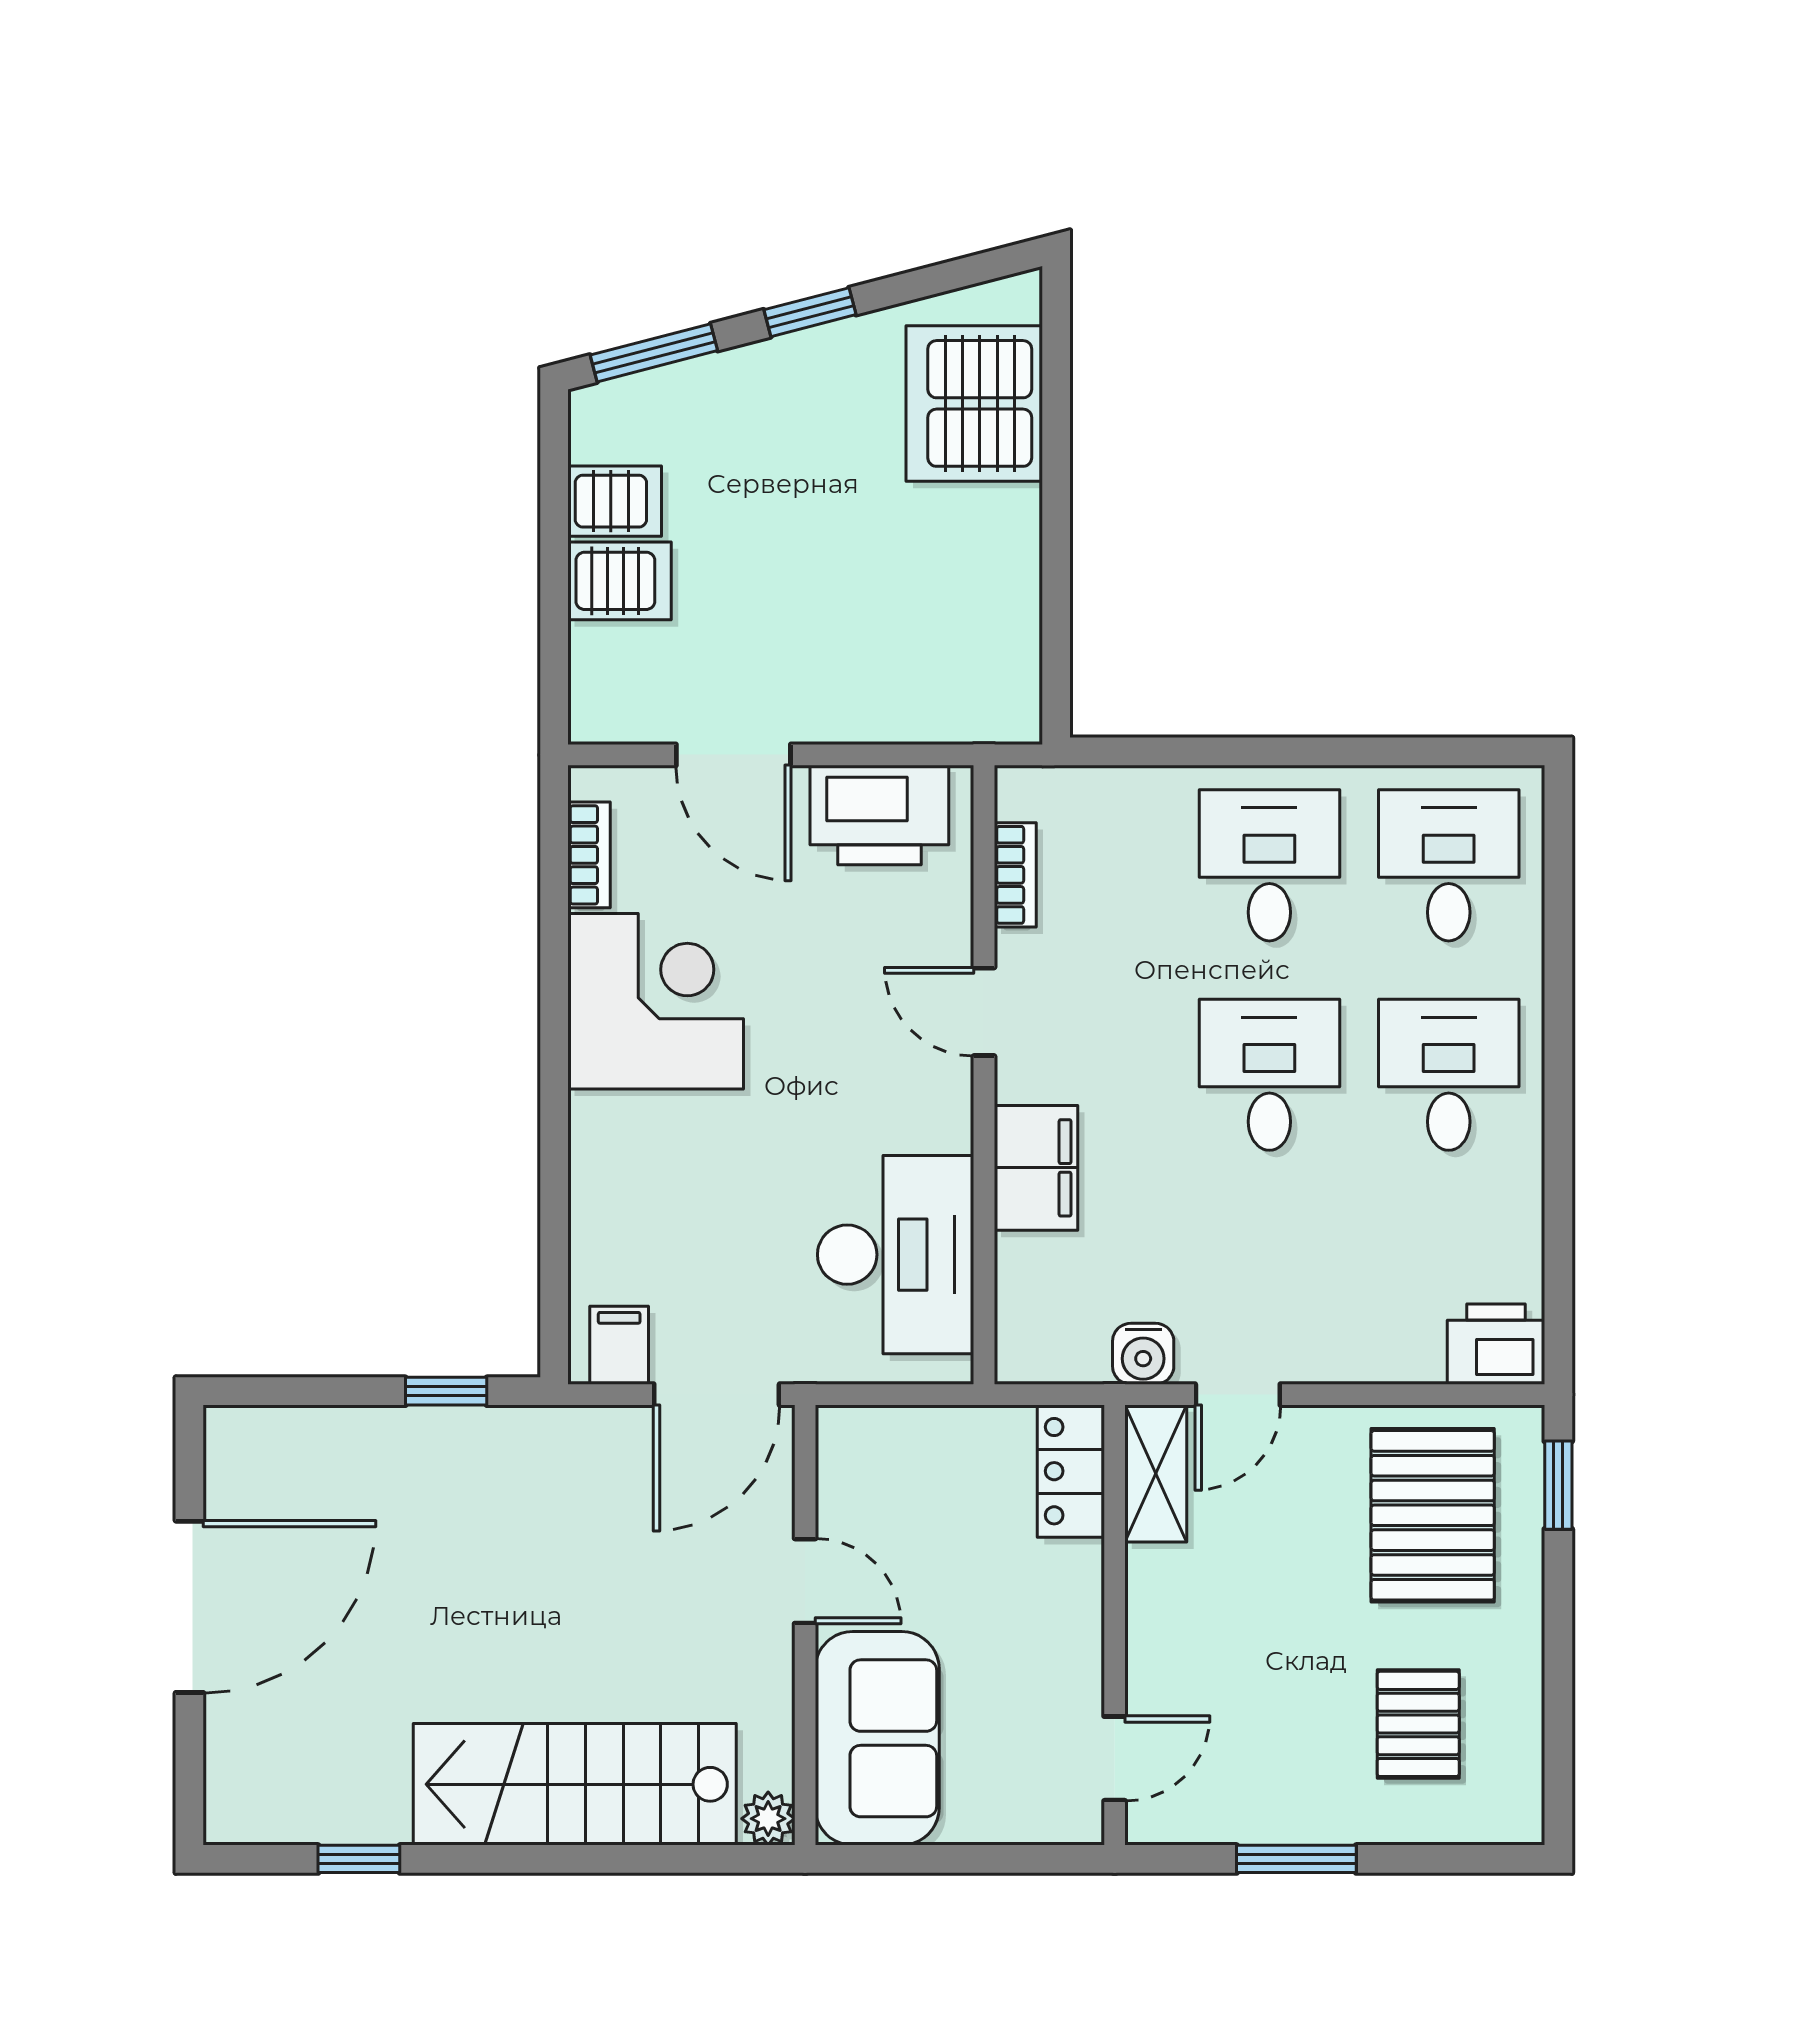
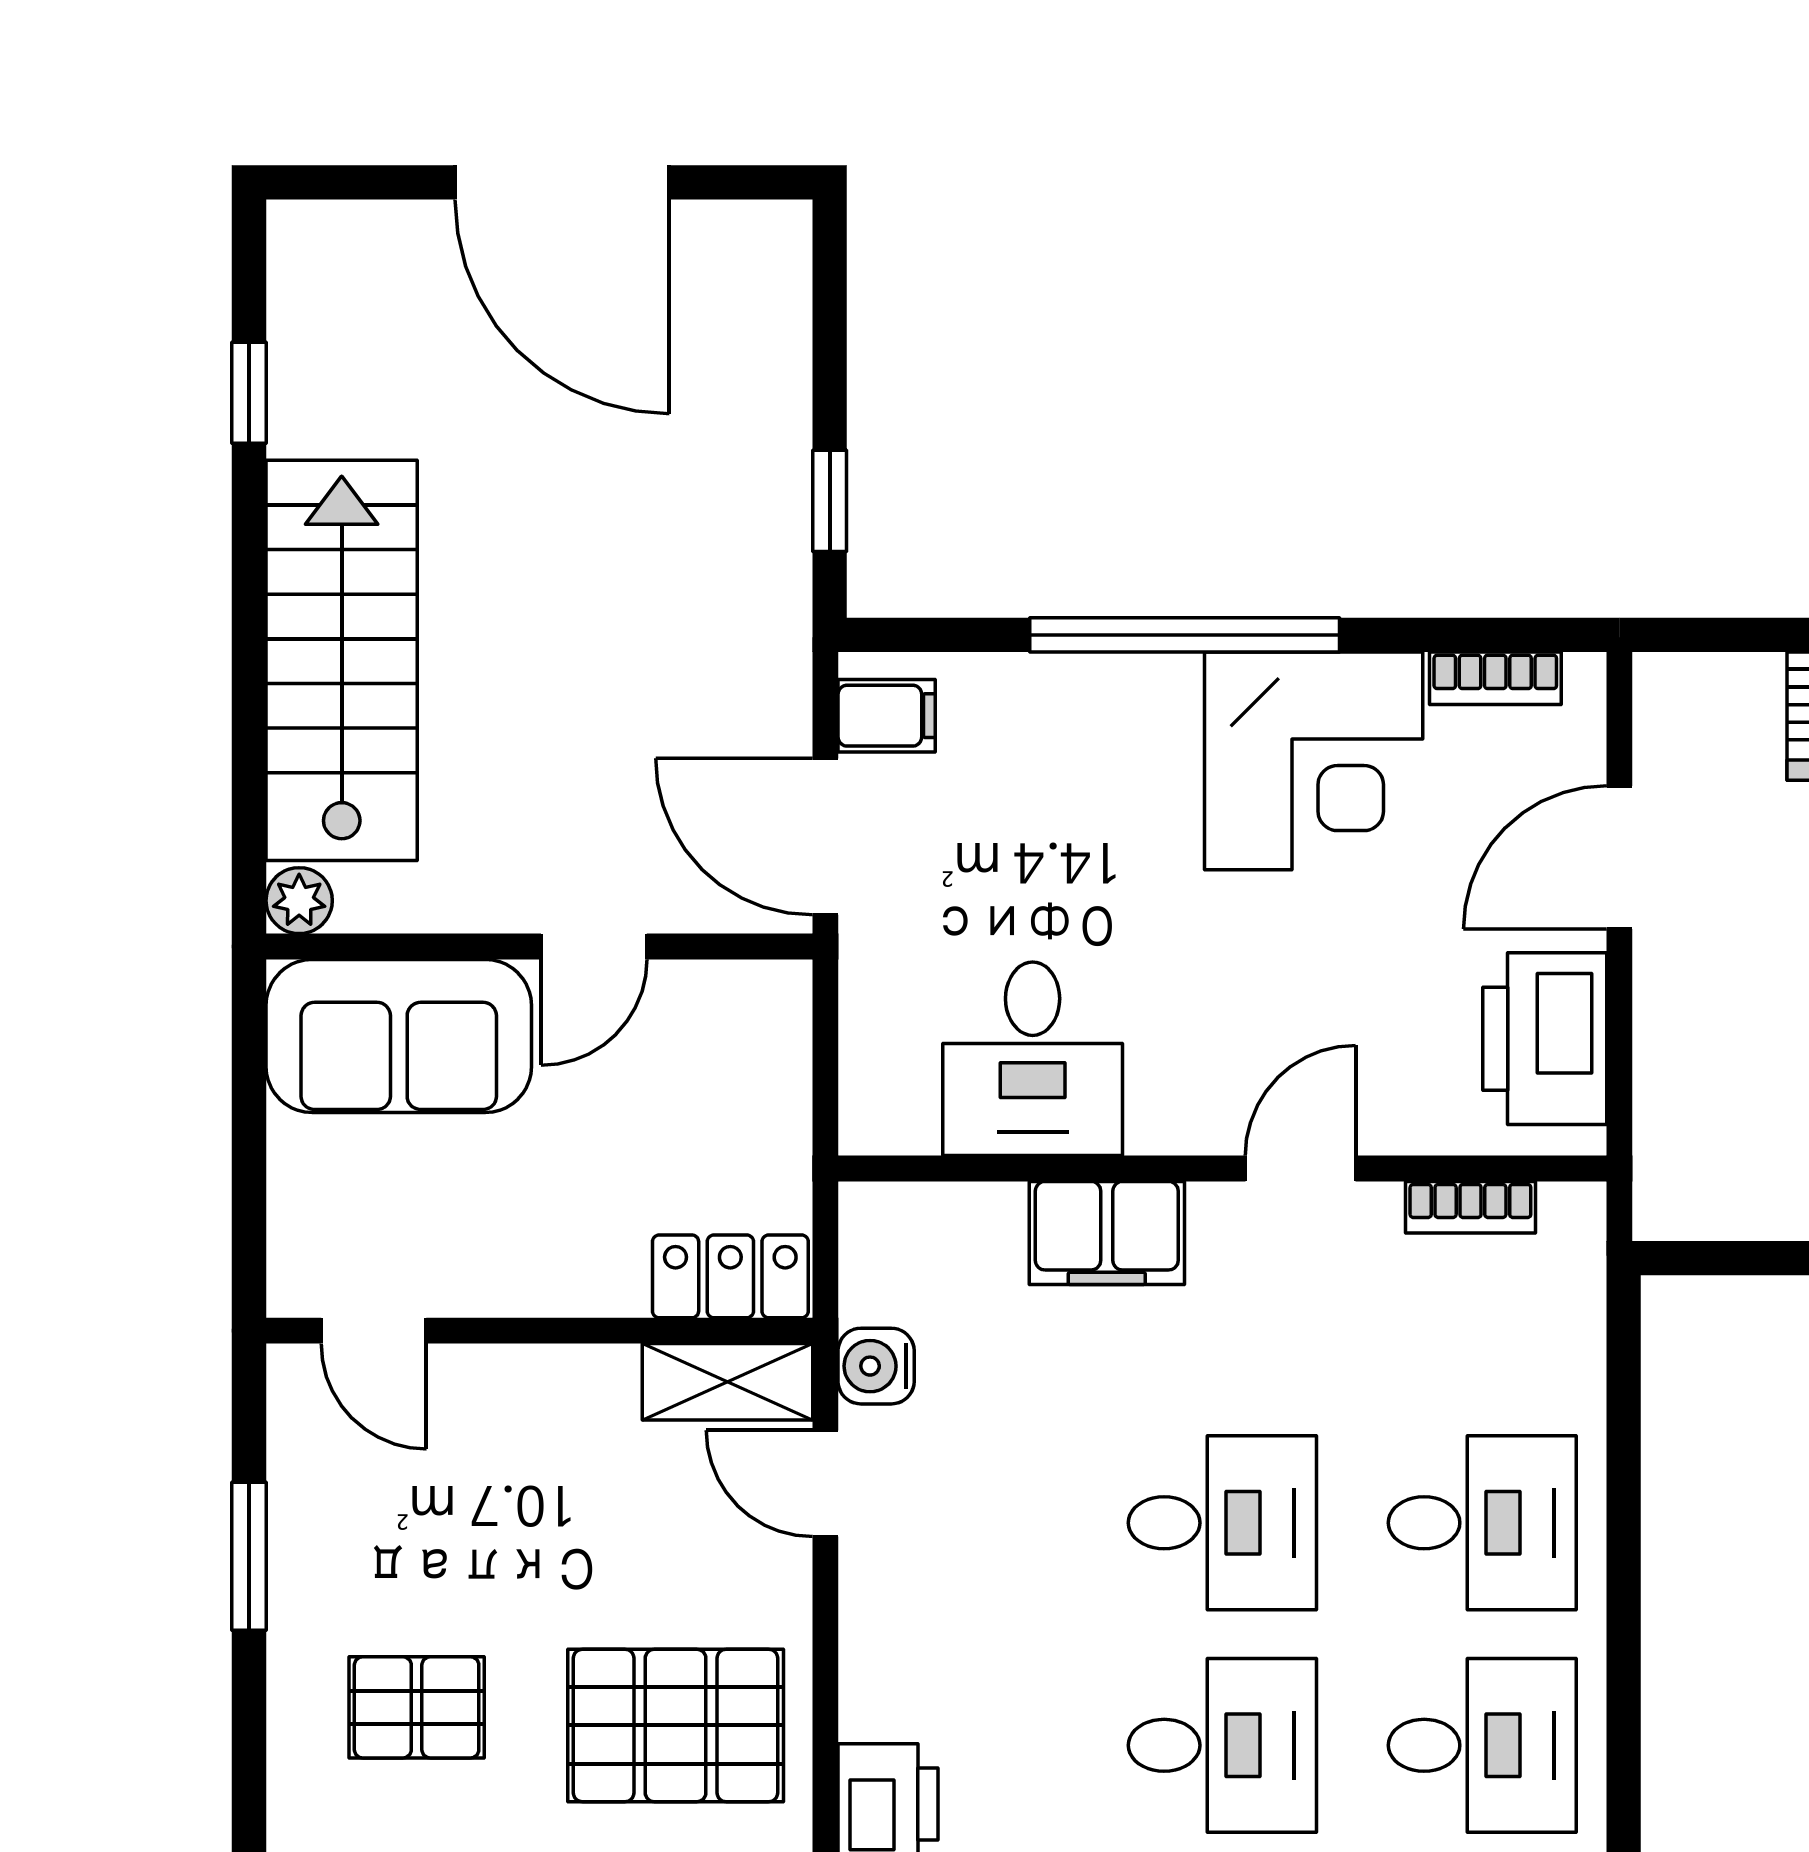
window: (554, 1105) -> (1185, 635), added
desk: (896, 1255) -> (1033, 1059), width x0.73

